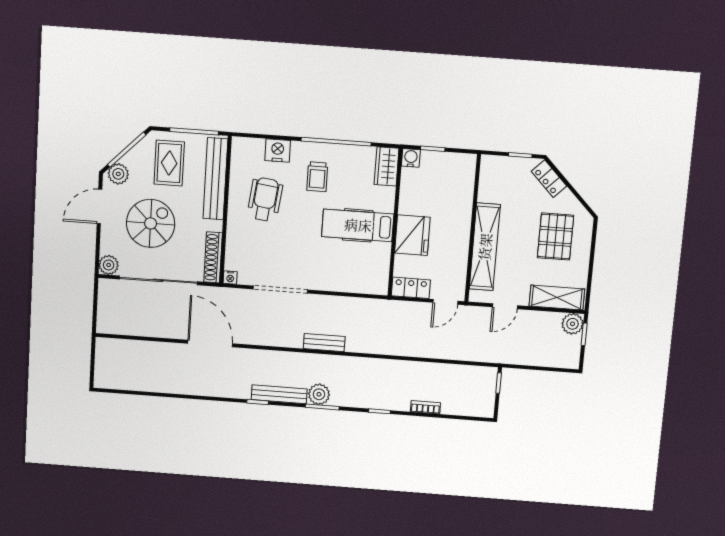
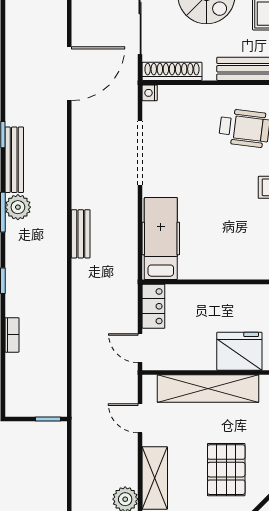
hospital bed: (358, 225) -> (161, 238), moved
fridge: (412, 235) -> (239, 351), moved, turned 180
pallet: (556, 236) -> (226, 470), turned 90
bench: (324, 343) -> (81, 234), moved

